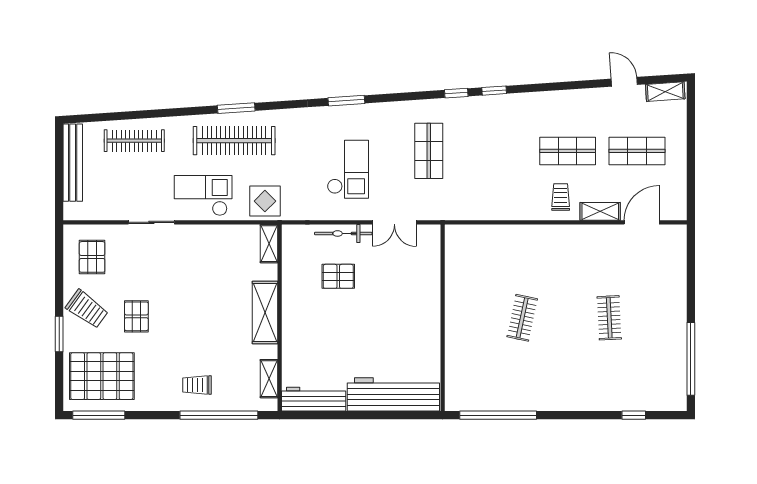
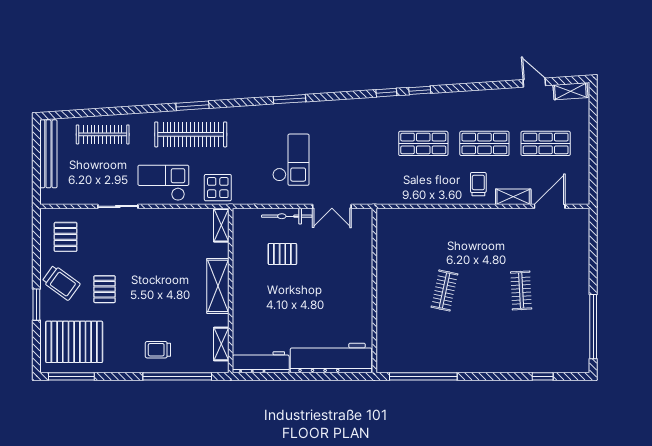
shop shelf: (429, 151) -> (423, 143), moved, turned 90

